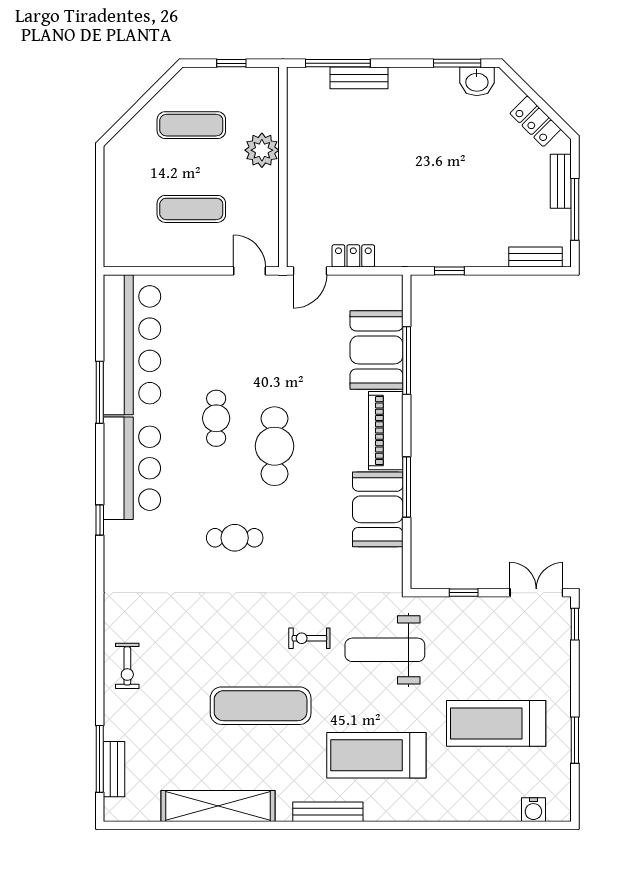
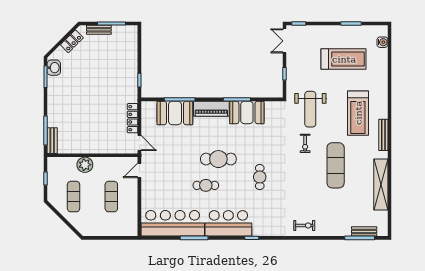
bench: (359, 78) -> (52, 141), moved
locker: (353, 256) -> (133, 118), width x1.53
bench: (535, 257) -> (133, 41), removed
exercise bike: (127, 666) -> (304, 225), moved
treadmill: (496, 723) -> (344, 59), turned -90

